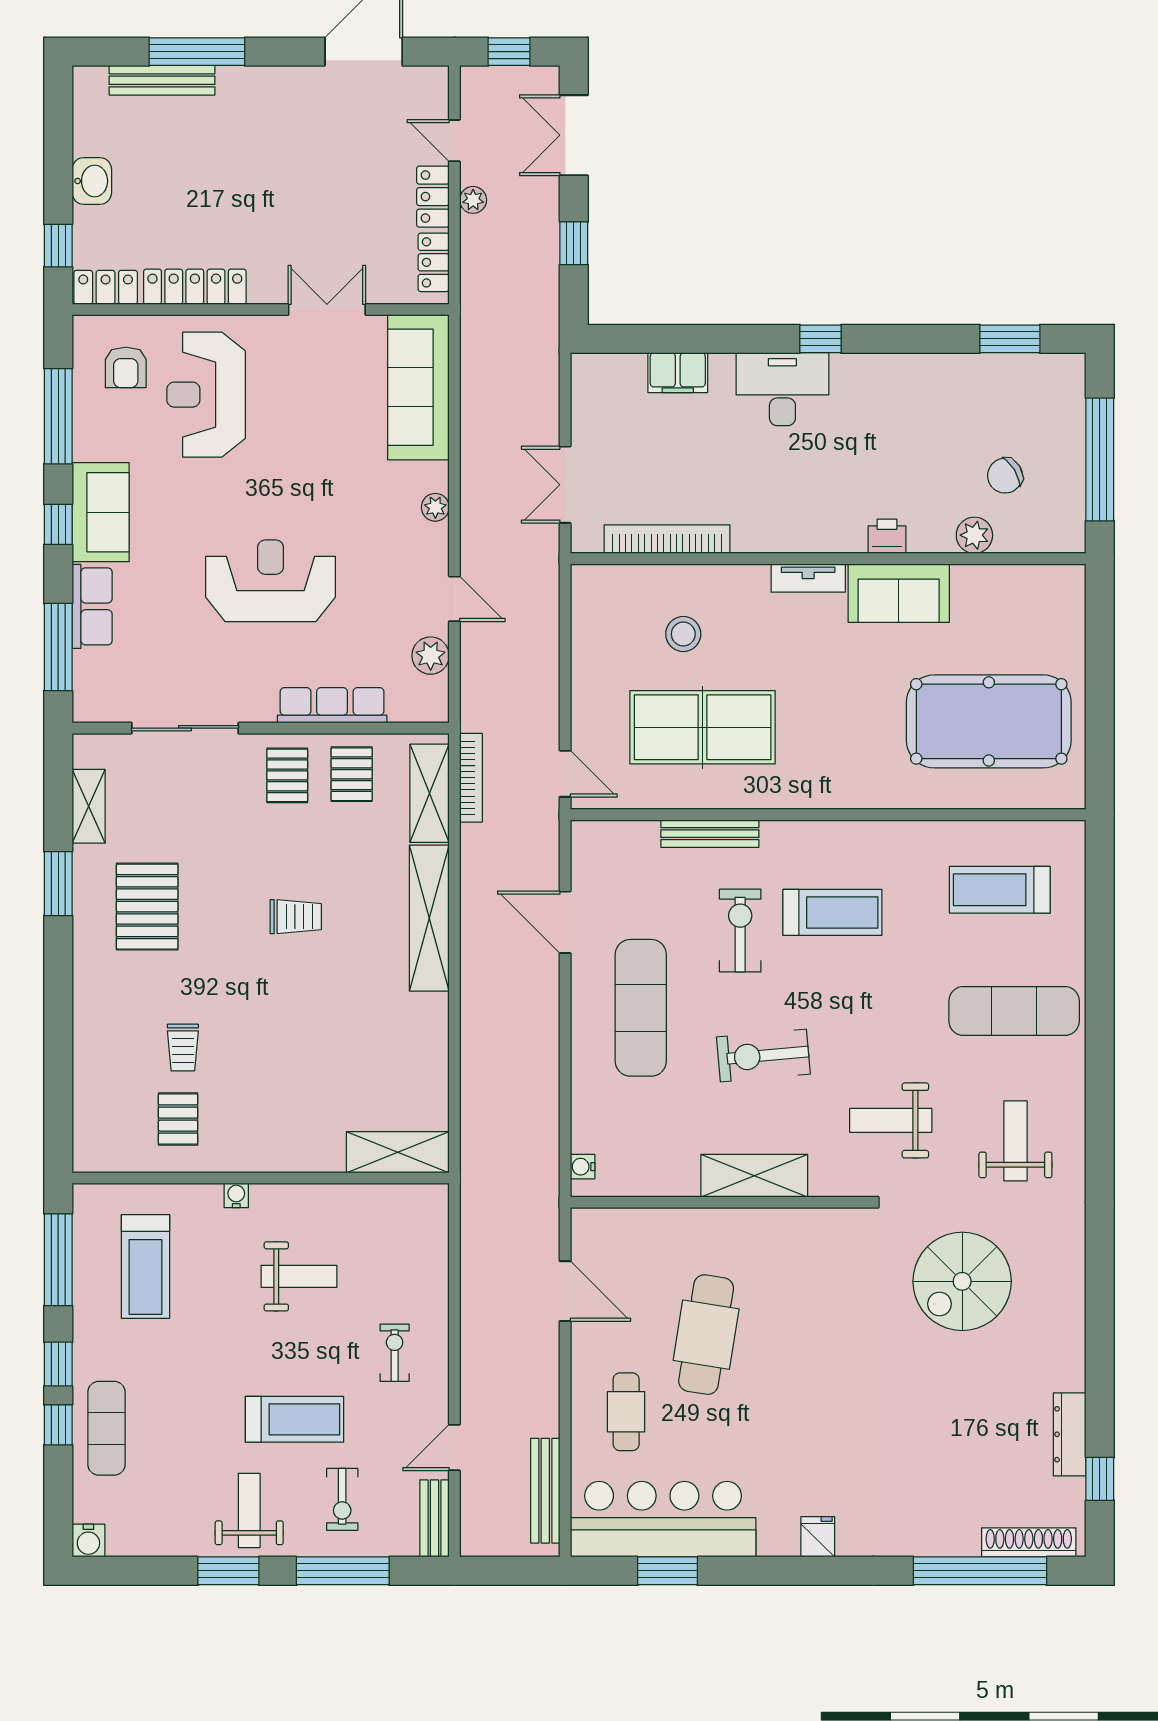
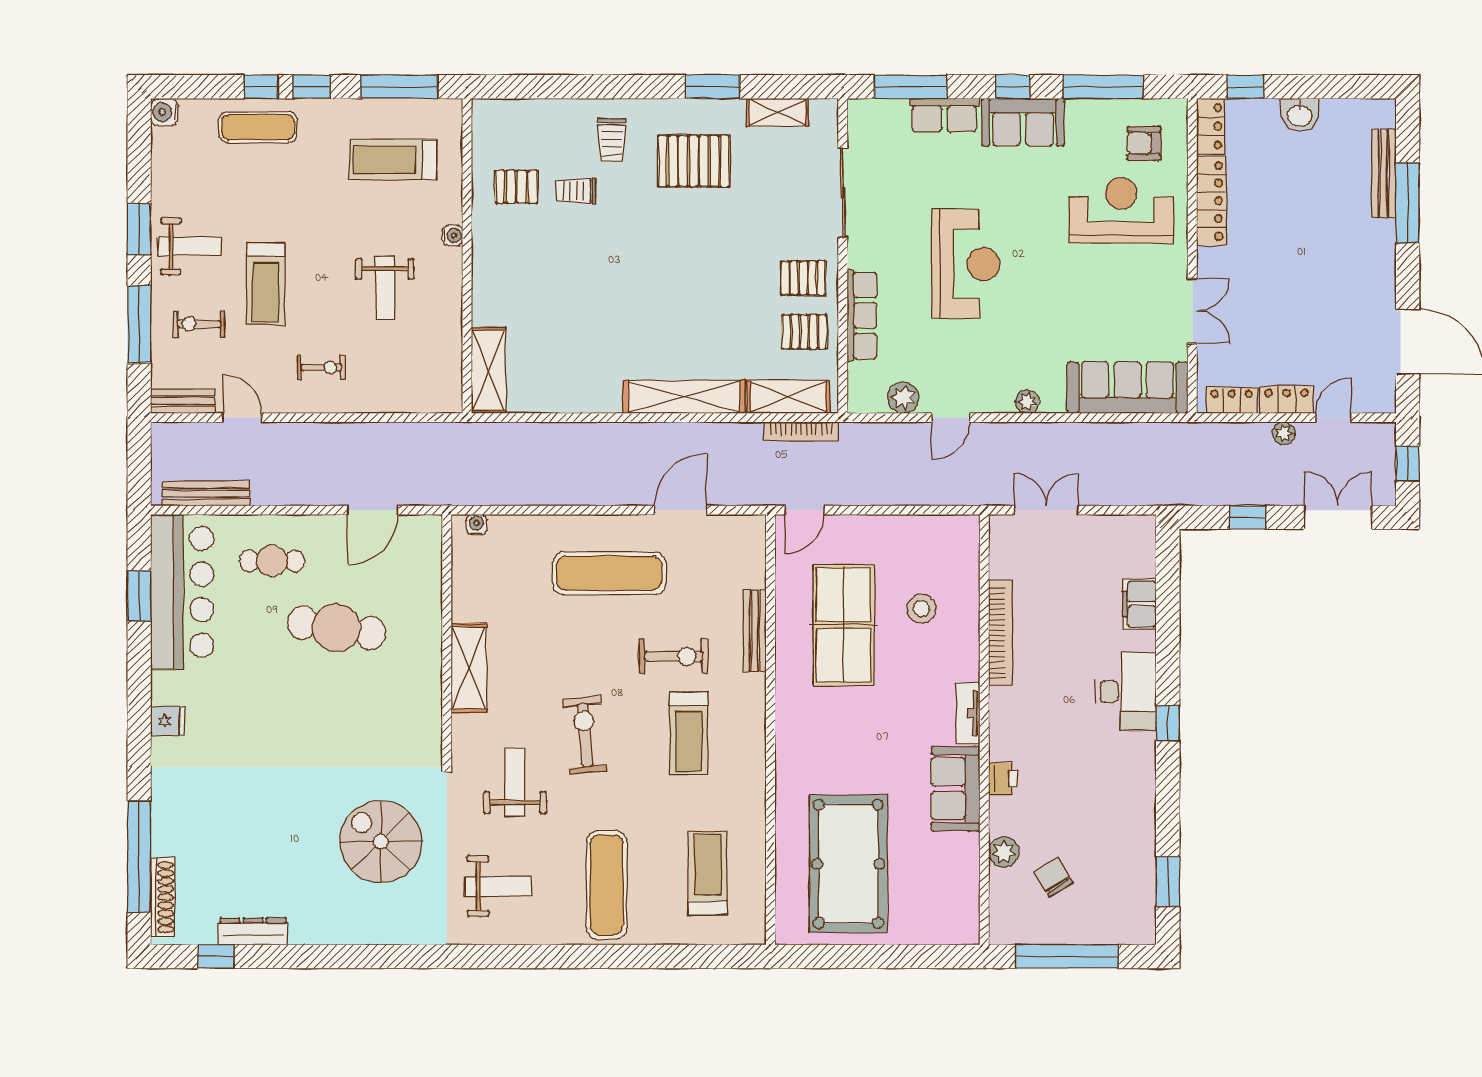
bookcase: (667, 539) -> (1001, 633), moved
trolley: (296, 917) -> (612, 140), moved
exercise bike: (763, 1056) -> (585, 735), moved

